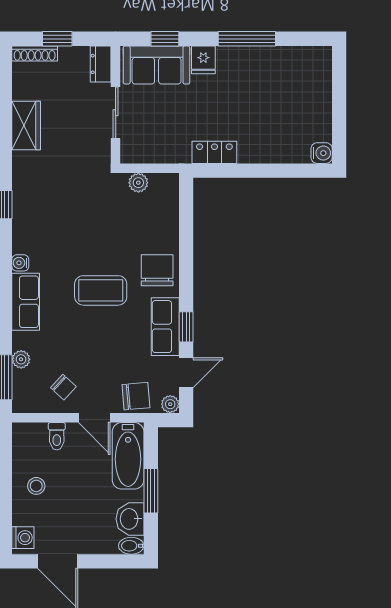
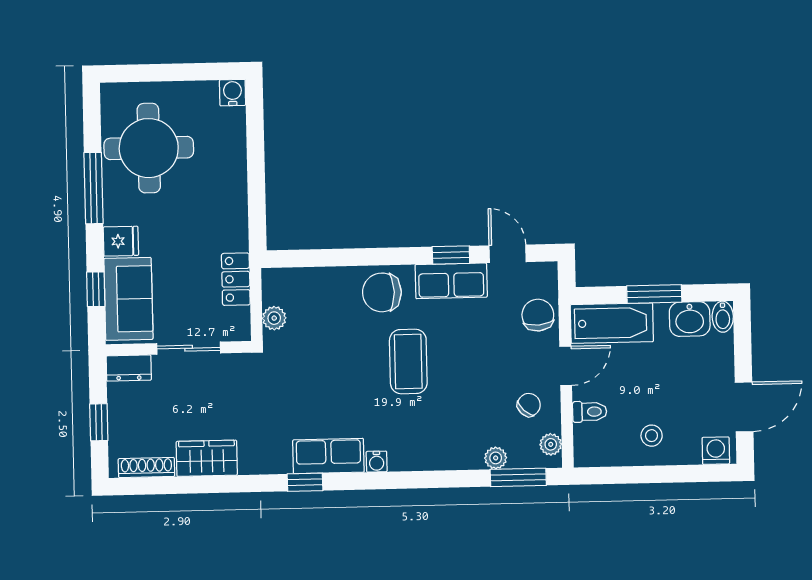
shoe rack: (35, 54) -> (146, 468), moved, turned -90
round table: (278, 84) -> (149, 148), added
locker: (214, 152) -> (236, 279), moved
row of seats: (26, 302) -> (328, 456), moved
plant: (170, 404) -> (551, 444), moved

